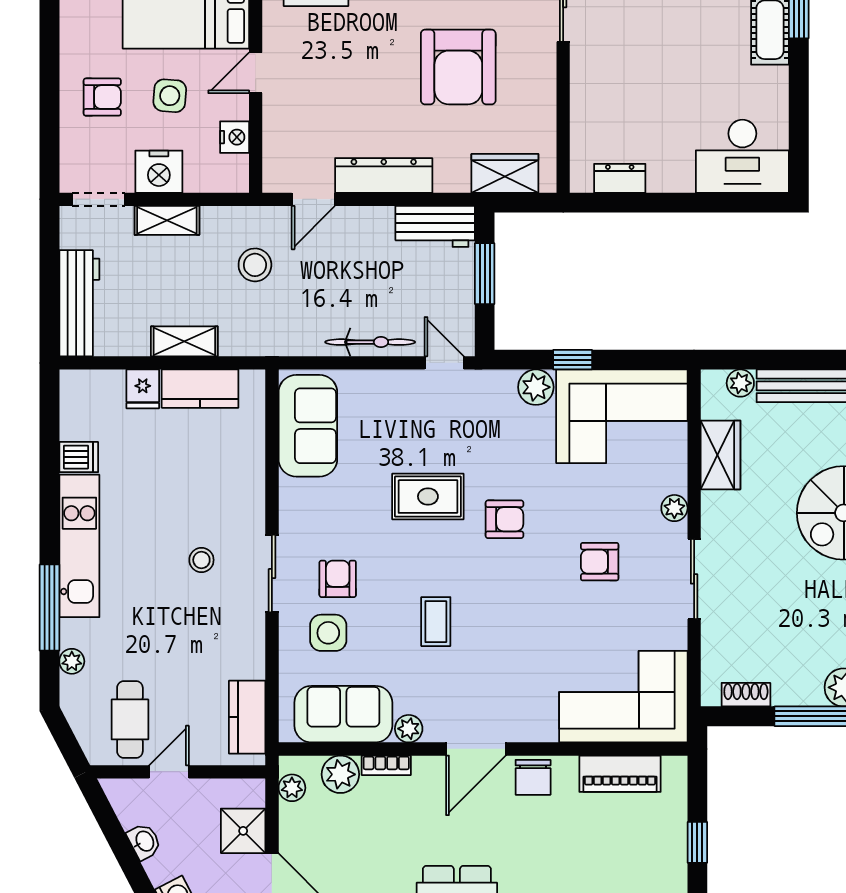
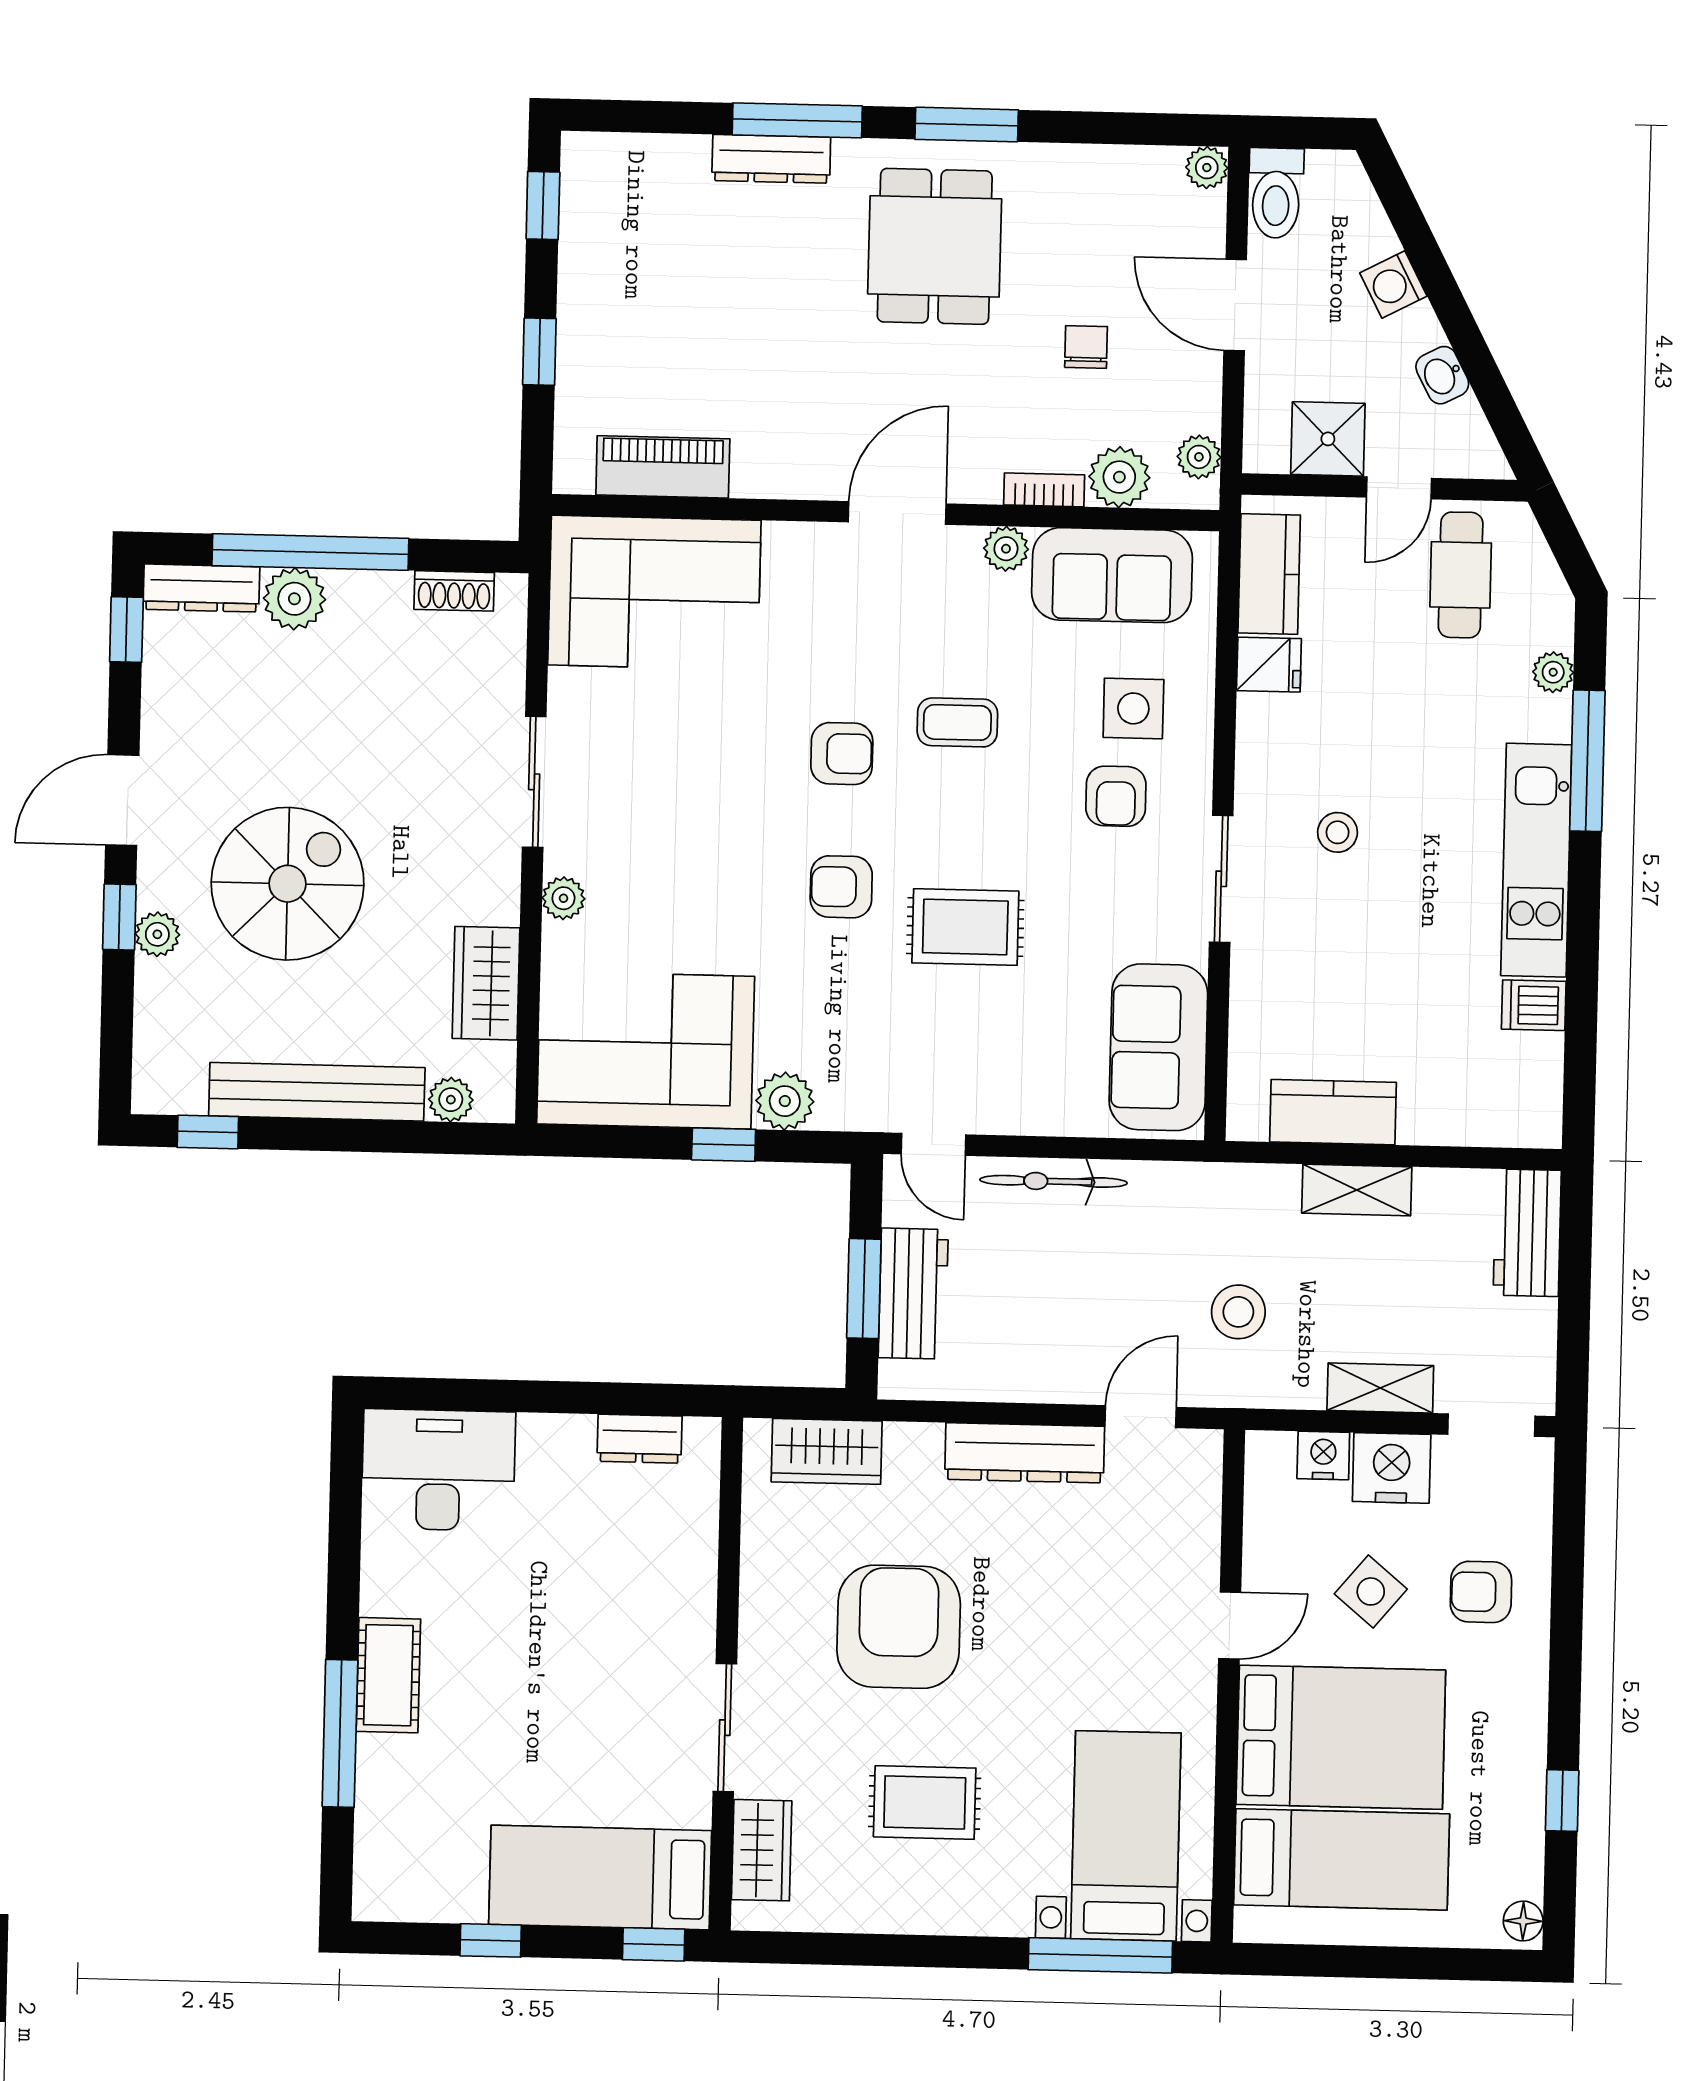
side table: (170, 96) -> (1371, 1591), turned 36
nightstand: (235, 137) -> (1323, 1456), moved, turned 90
workbench: (435, 226) -> (913, 1294), moved, turned 90
workbench: (79, 303) -> (1527, 1233), width x0.73
fridge: (143, 389) -> (1269, 665), moved, turned 90
armchair: (600, 562) -> (842, 754), moved
sliding door: (272, 574) -> (1221, 879), moved
coffee table: (436, 622) -> (957, 722), turned 90
chair: (533, 777) -> (1086, 347), moved, width x0.73, depth x0.73
shower: (243, 831) -> (1328, 439), moved

